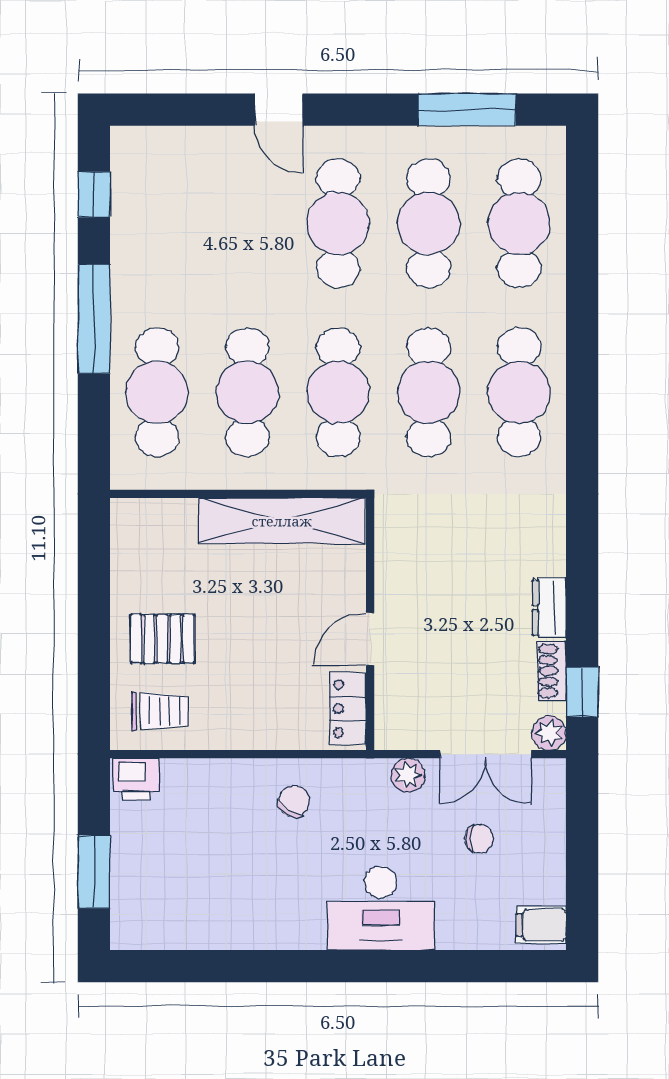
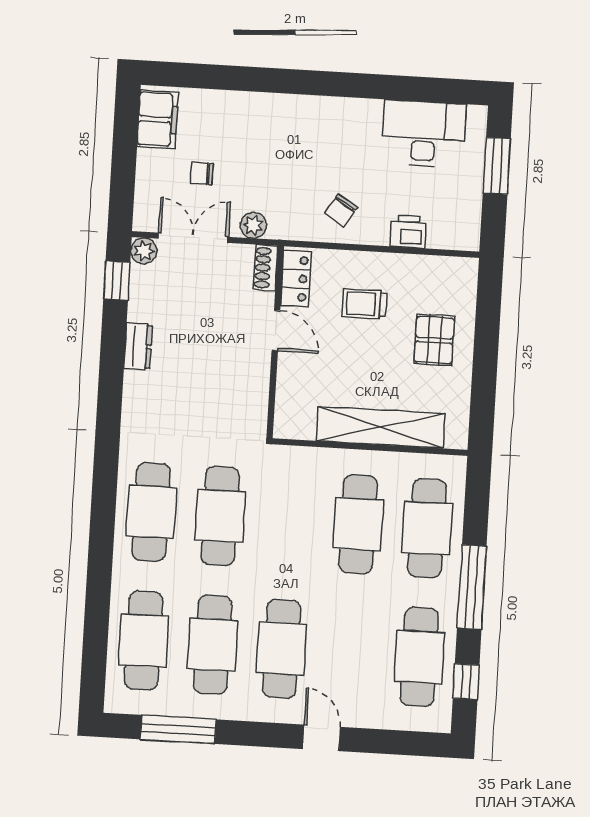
cafe table: (338, 392) -> (419, 657), moved
shelving: (282, 521) -> (381, 427), moved
pallet: (162, 639) -> (434, 340), turned 90
door: (370, 639) -> (276, 331), hinge flipped
shoe rack: (552, 671) -> (266, 268), moved, turned 180
trolley: (160, 711) -> (364, 304), moved
printer: (136, 779) -> (408, 232), moved
desk: (381, 908) -> (424, 134), moved
filing cabinet: (541, 925) -> (158, 119), width x2.00

